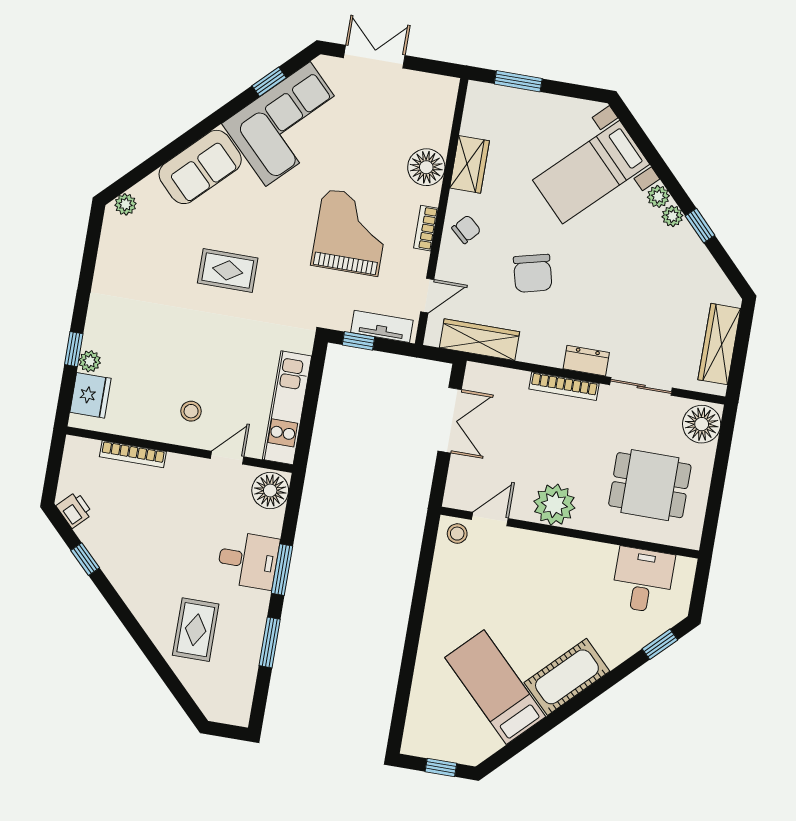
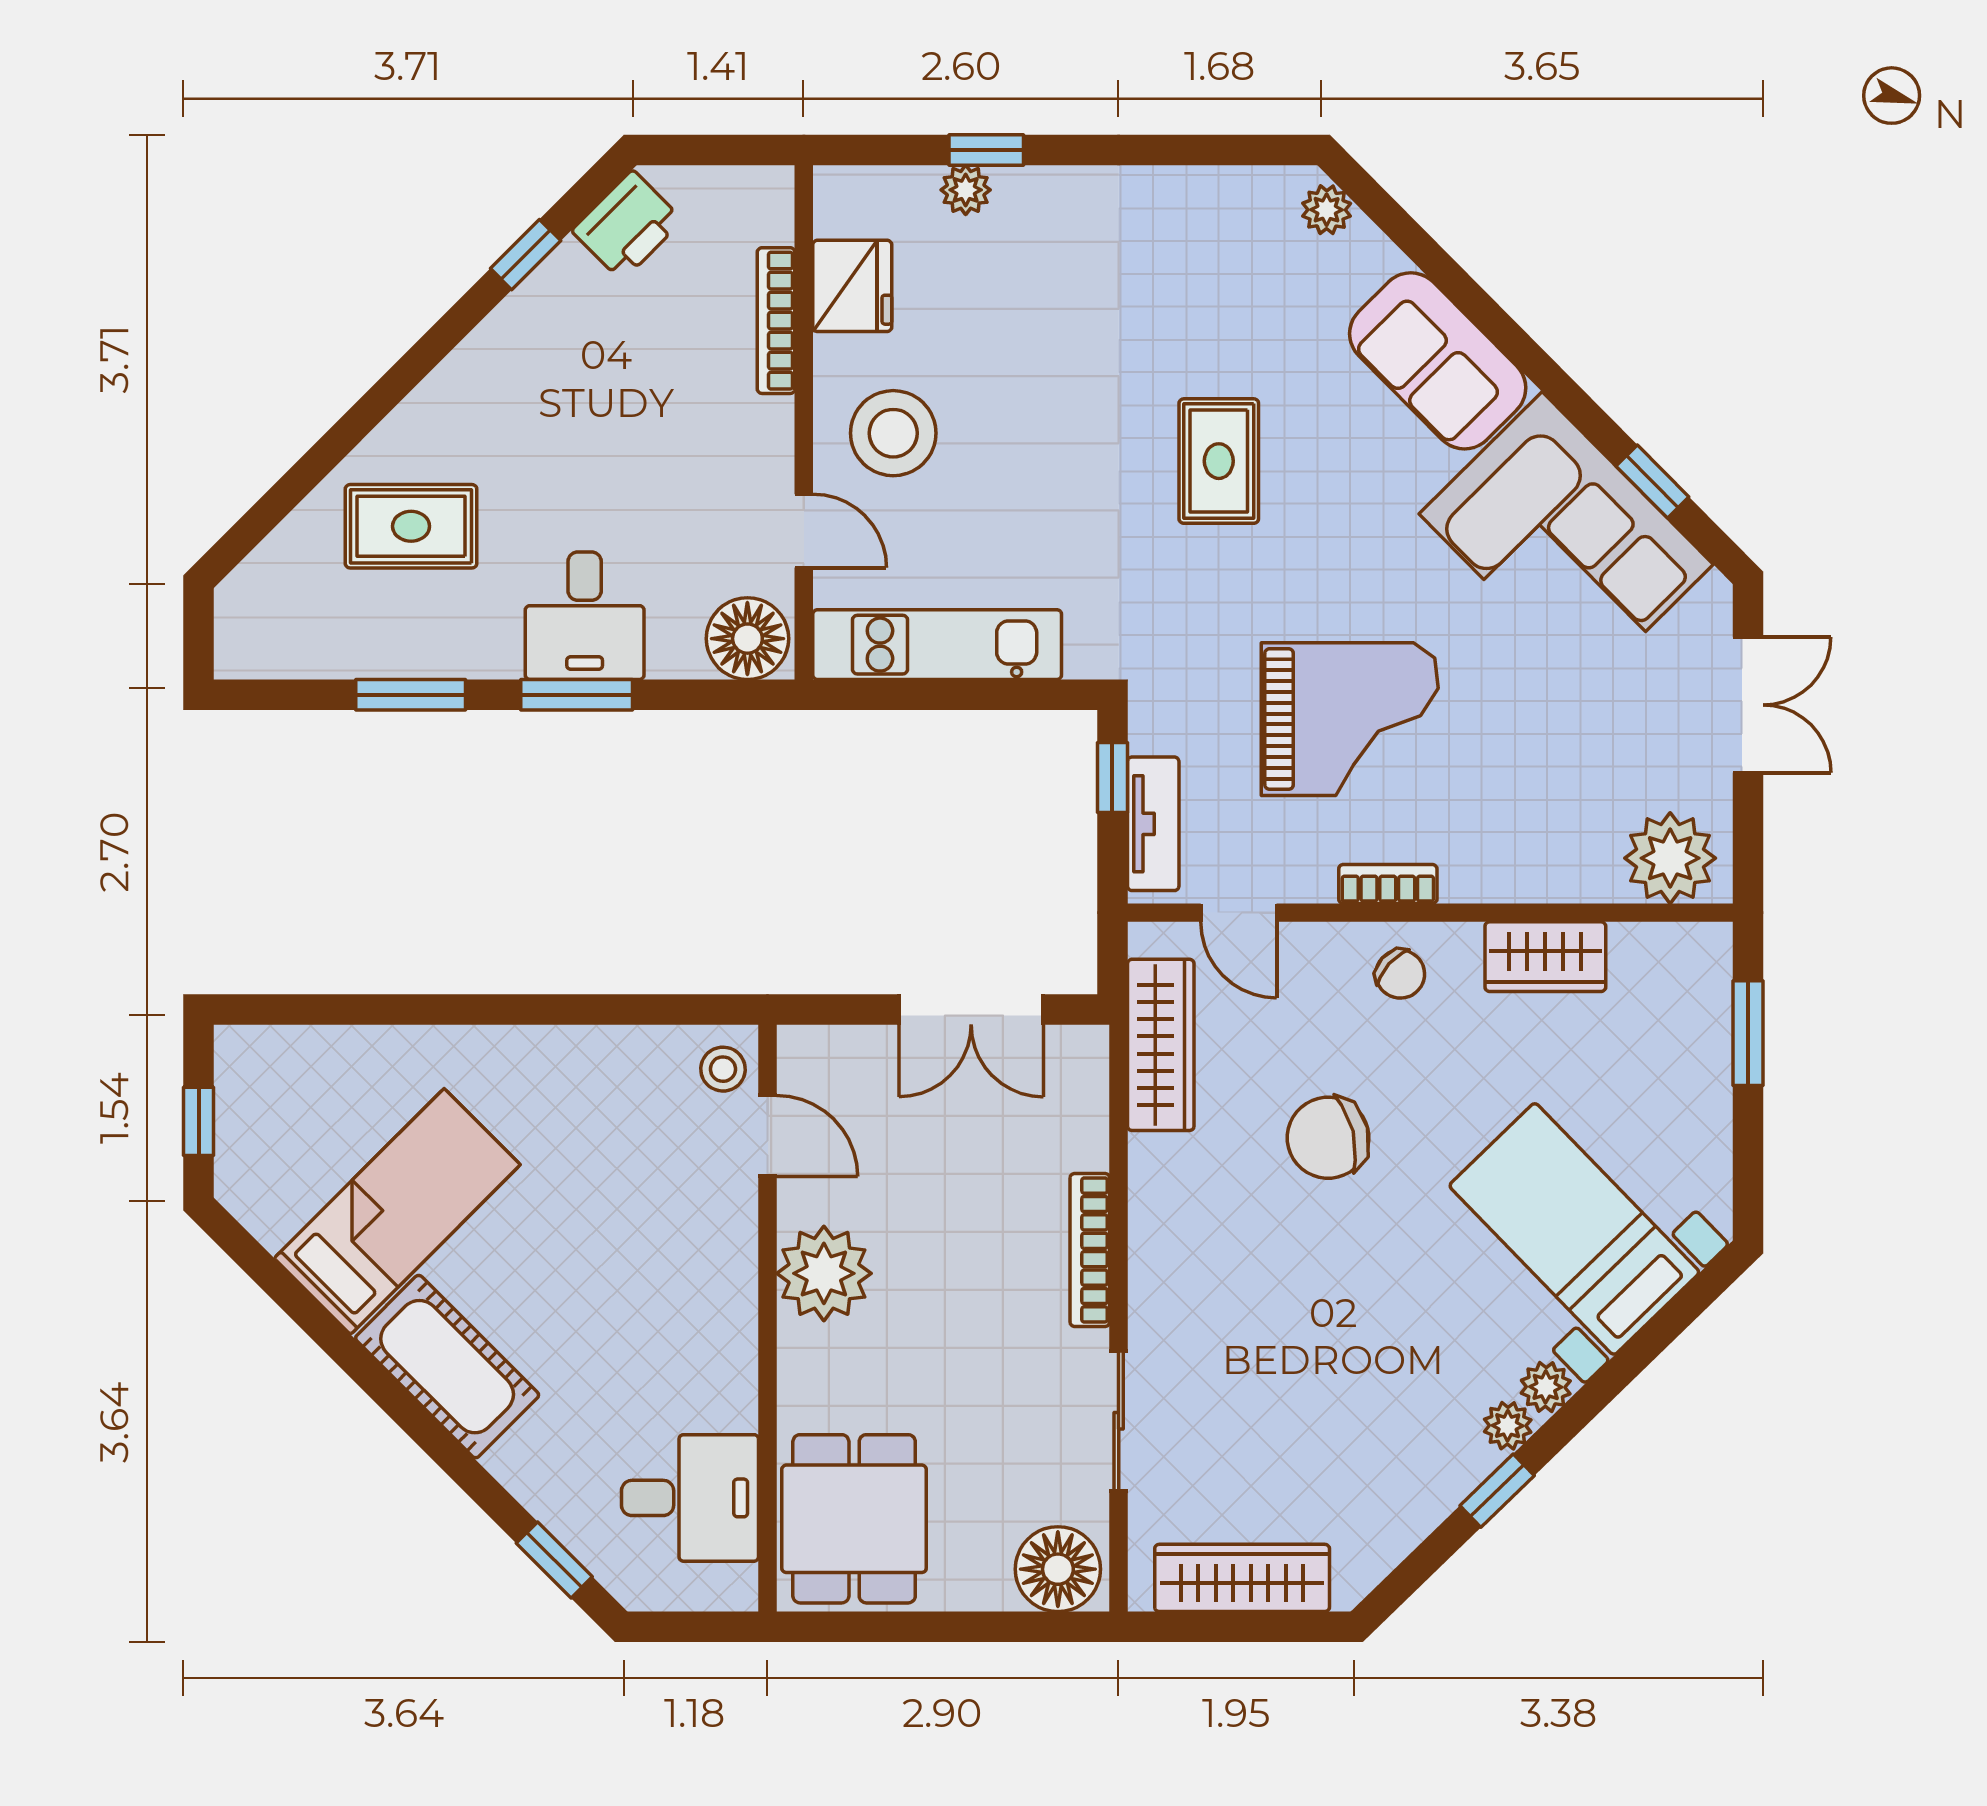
plant: (436, 102) -> (1670, 858), added
floor lamp: (426, 167) -> (1523, 862), removed
dresser: (586, 361) -> (1155, 1290), removed
fridge: (91, 395) -> (852, 286), moved, turned -90
stool: (191, 411) -> (893, 433), width x1.89, depth x1.89
dining table: (650, 485) -> (854, 1519), moved
printer: (74, 510) -> (627, 225), width x1.36, depth x1.24

